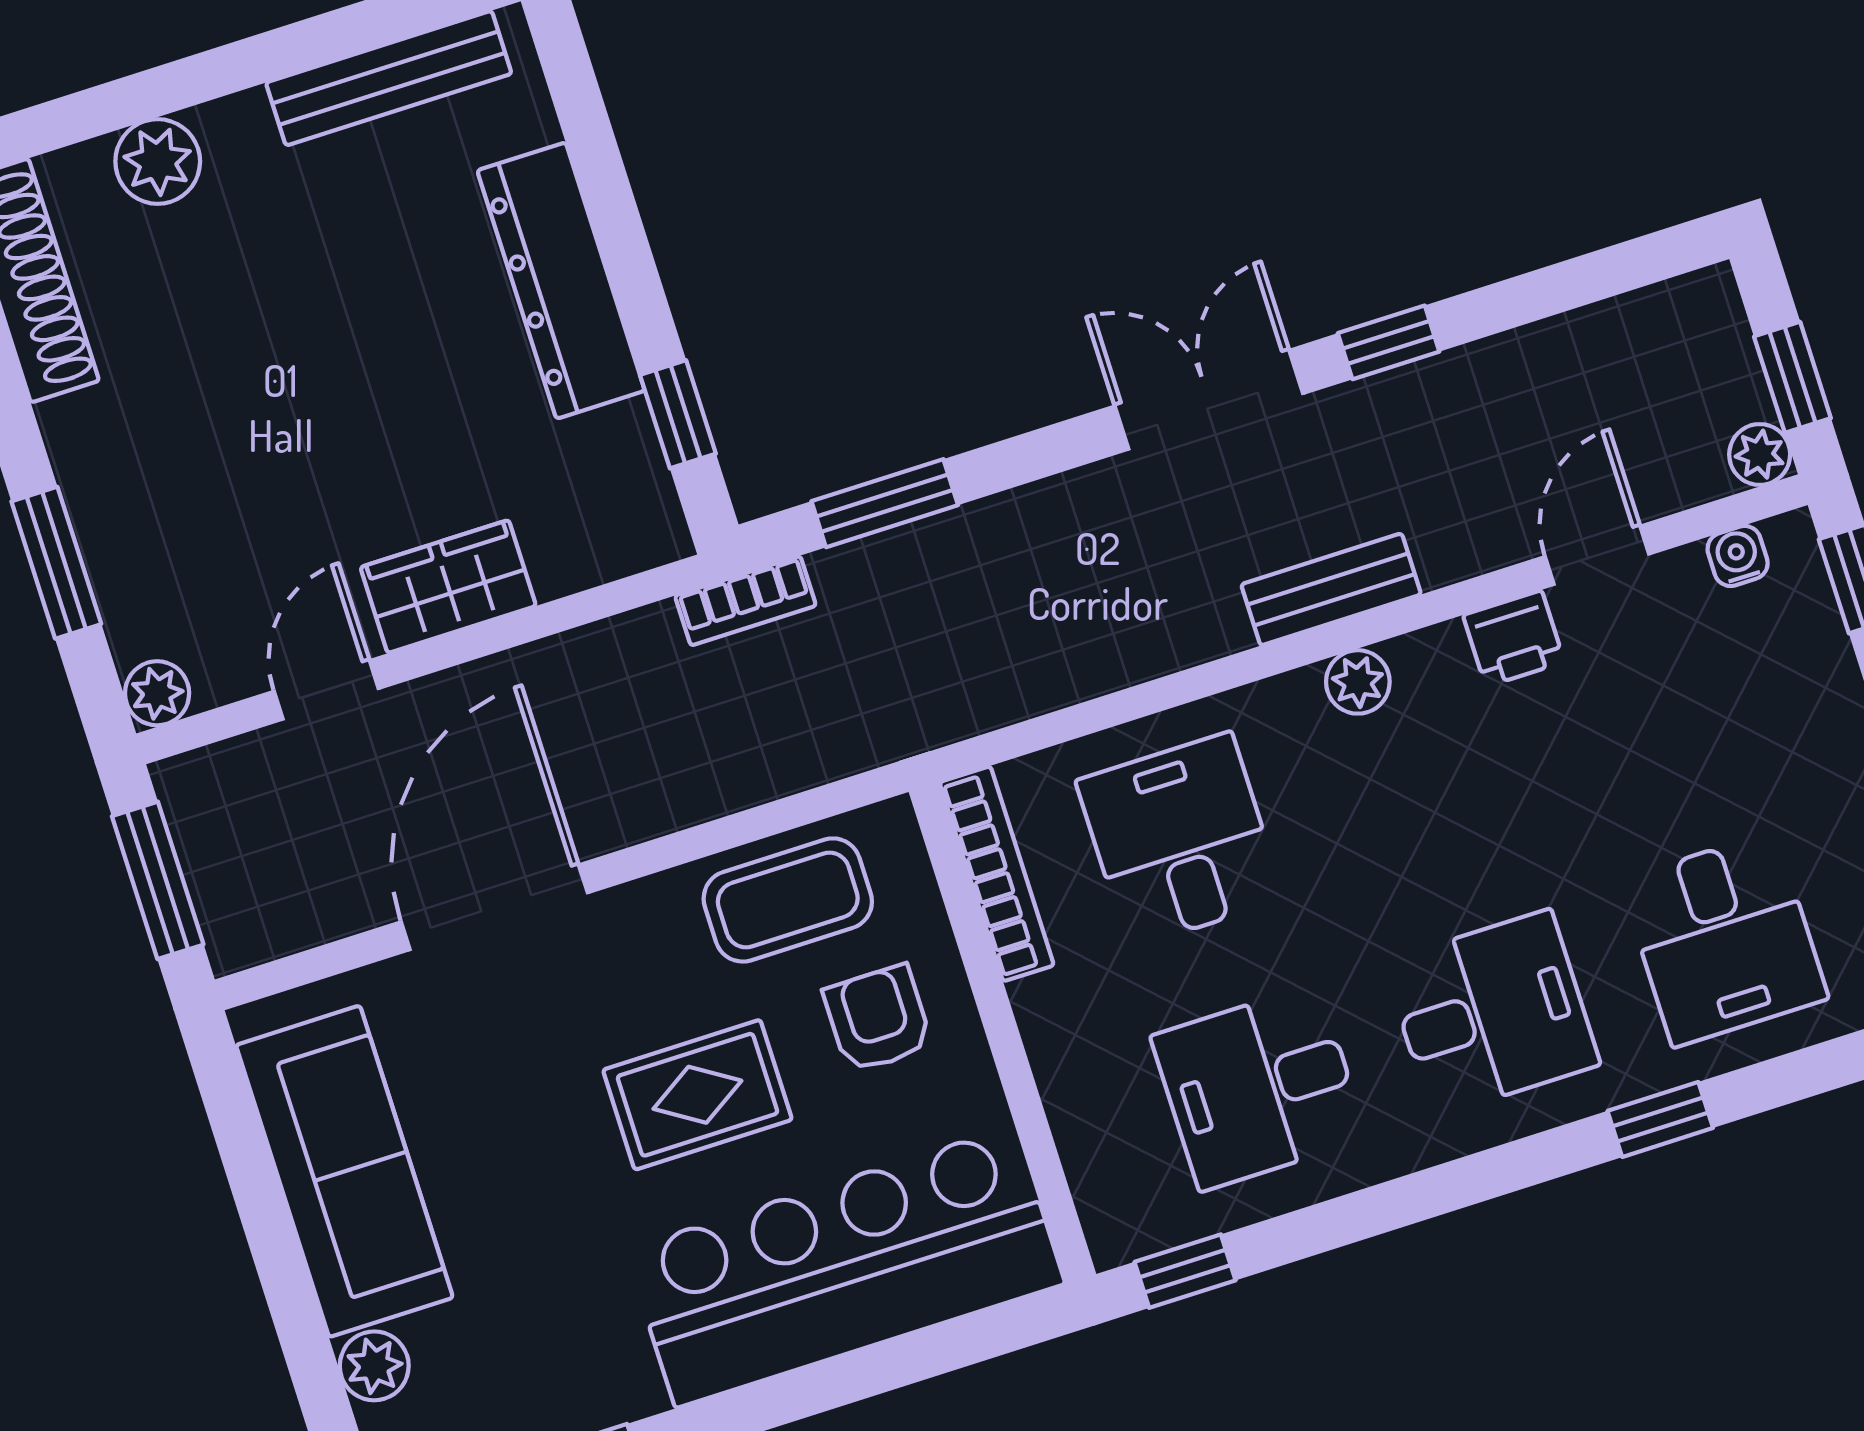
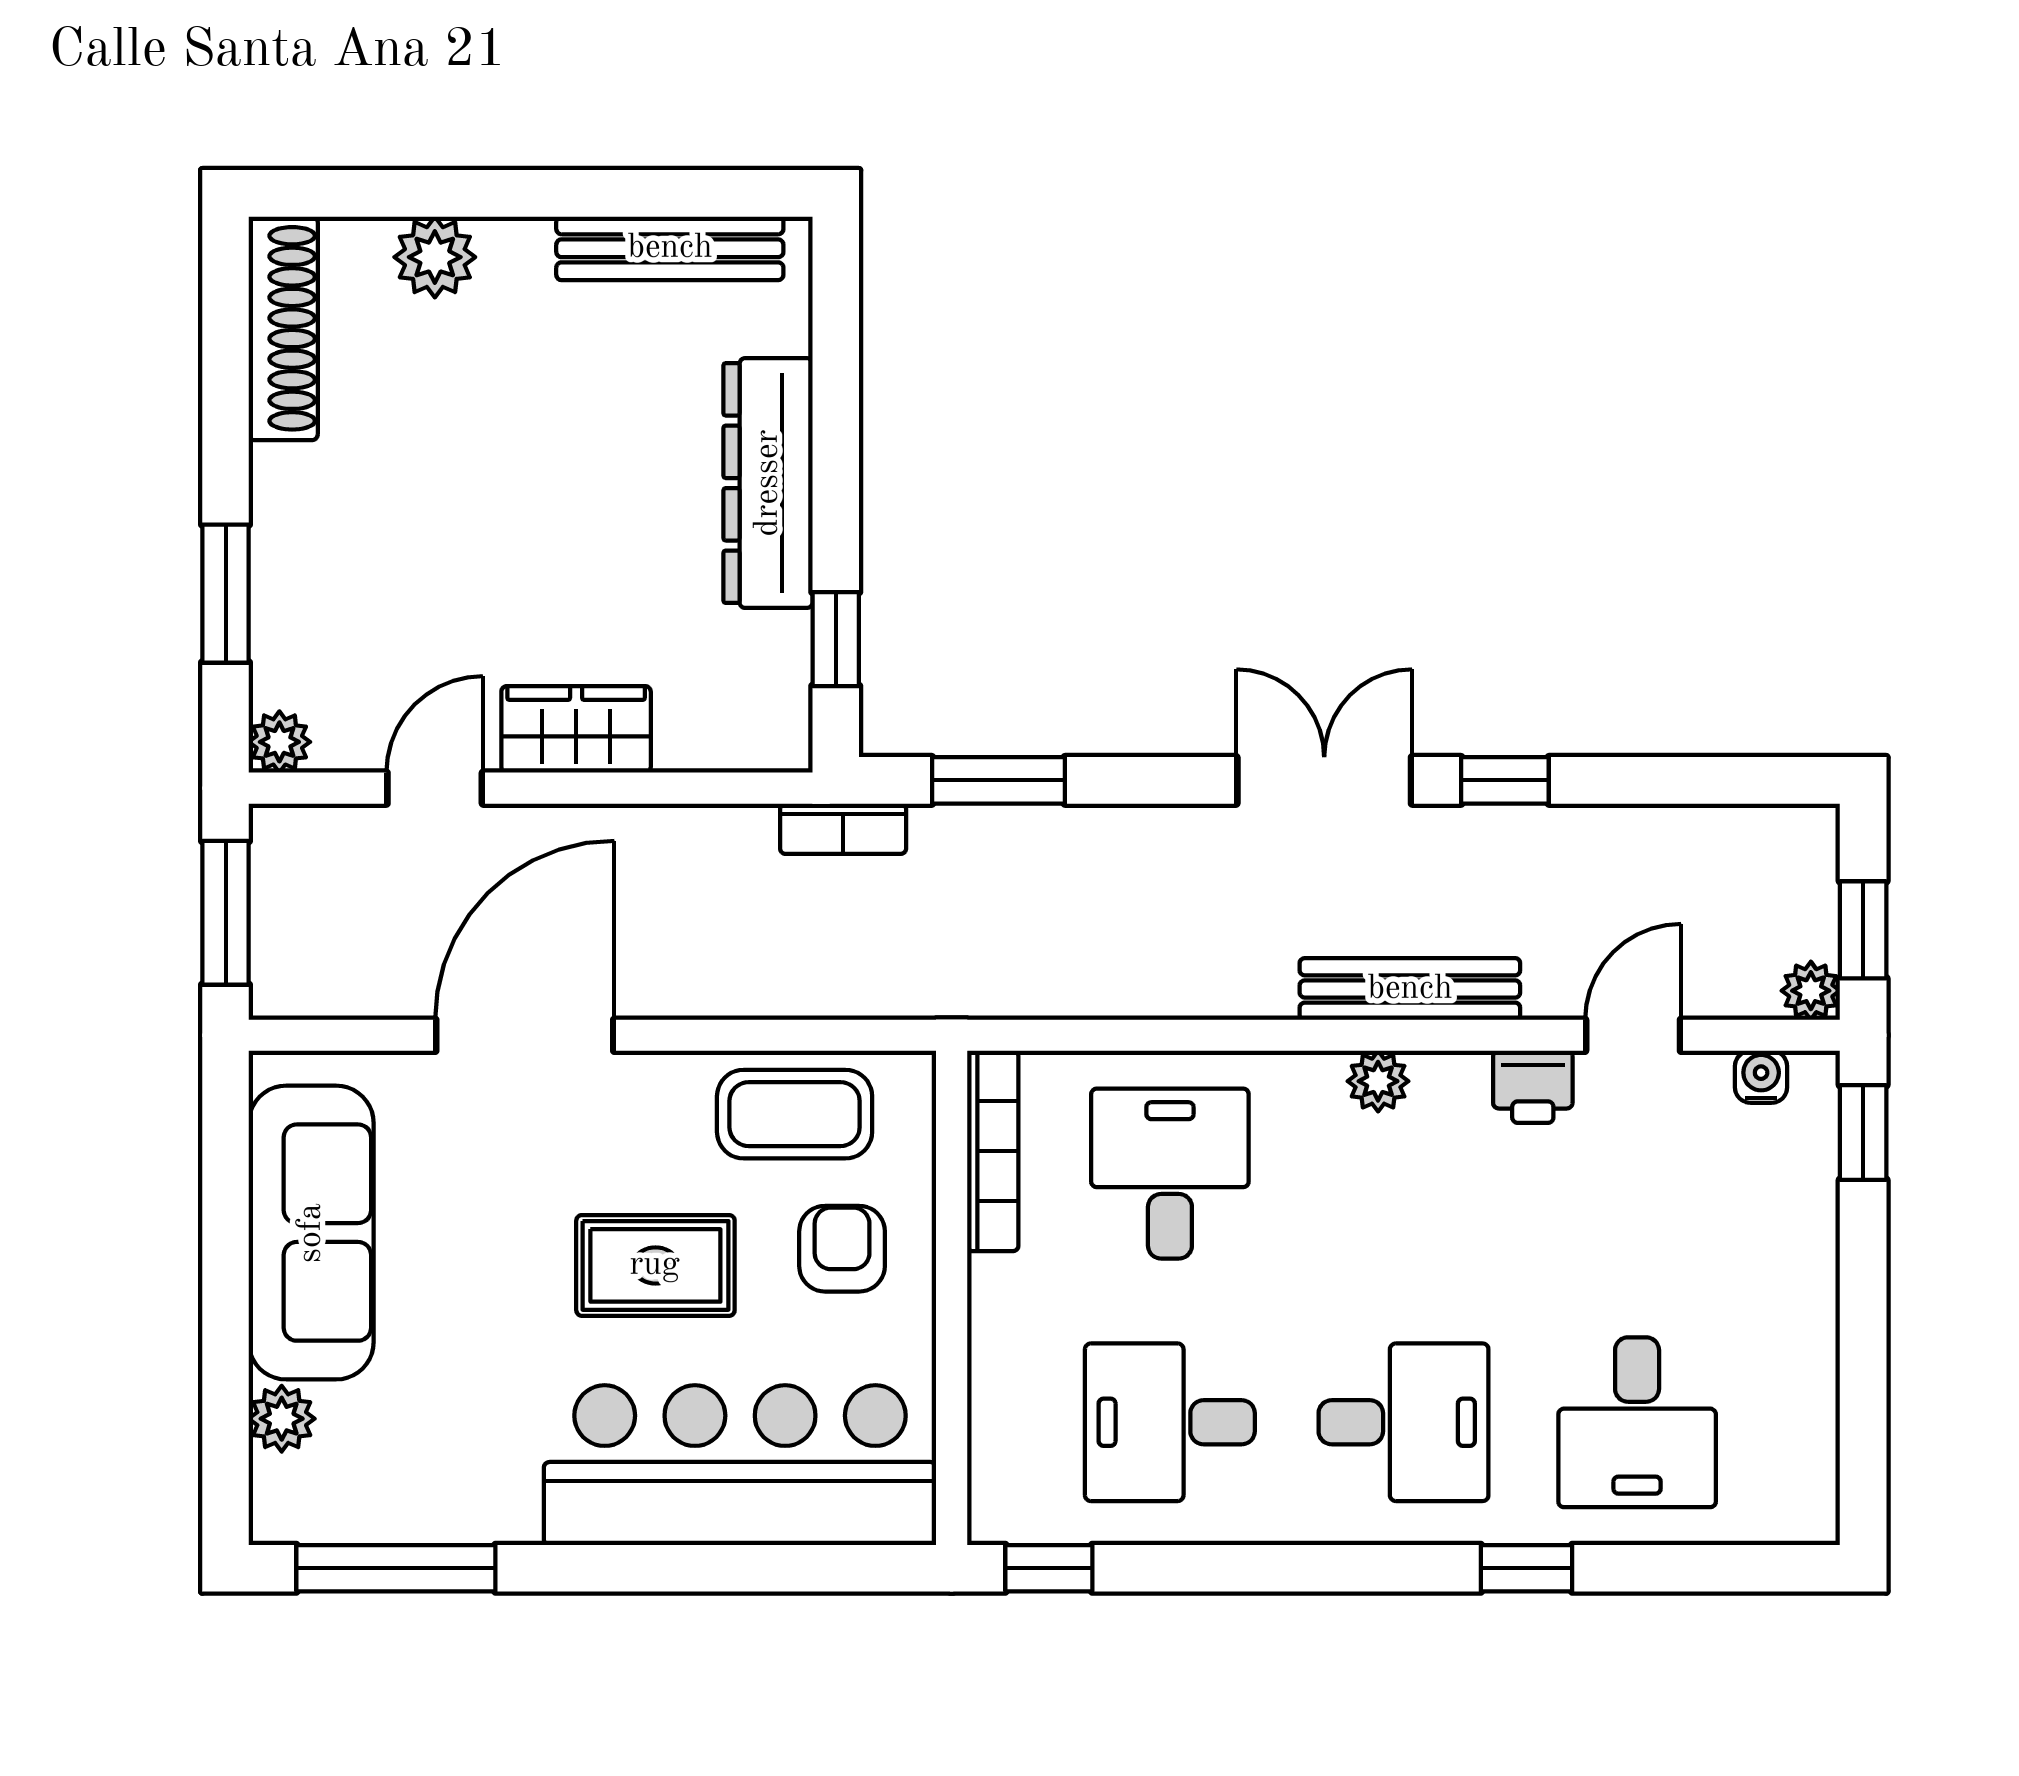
bench: (1331, 589) -> (1410, 989), width x1.36

